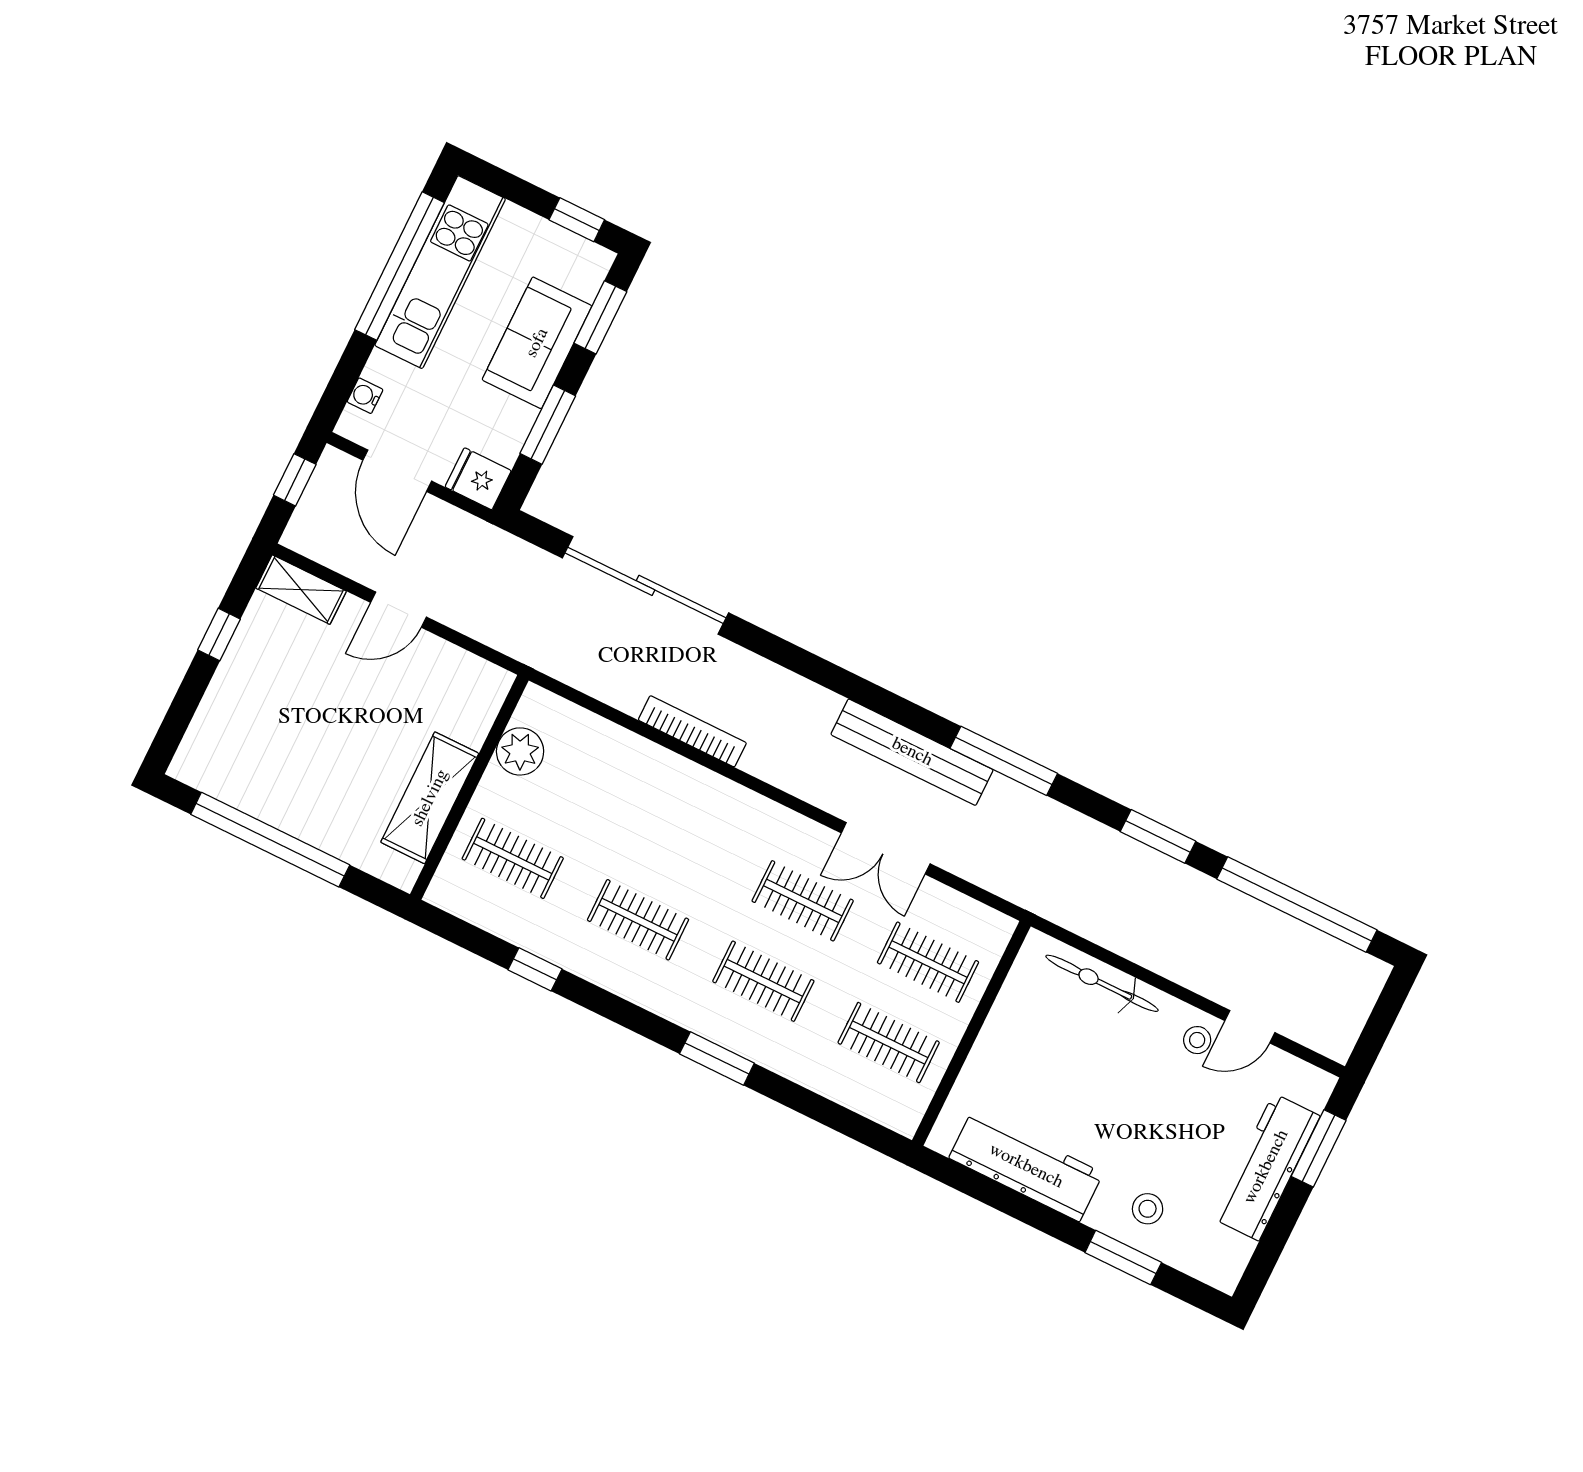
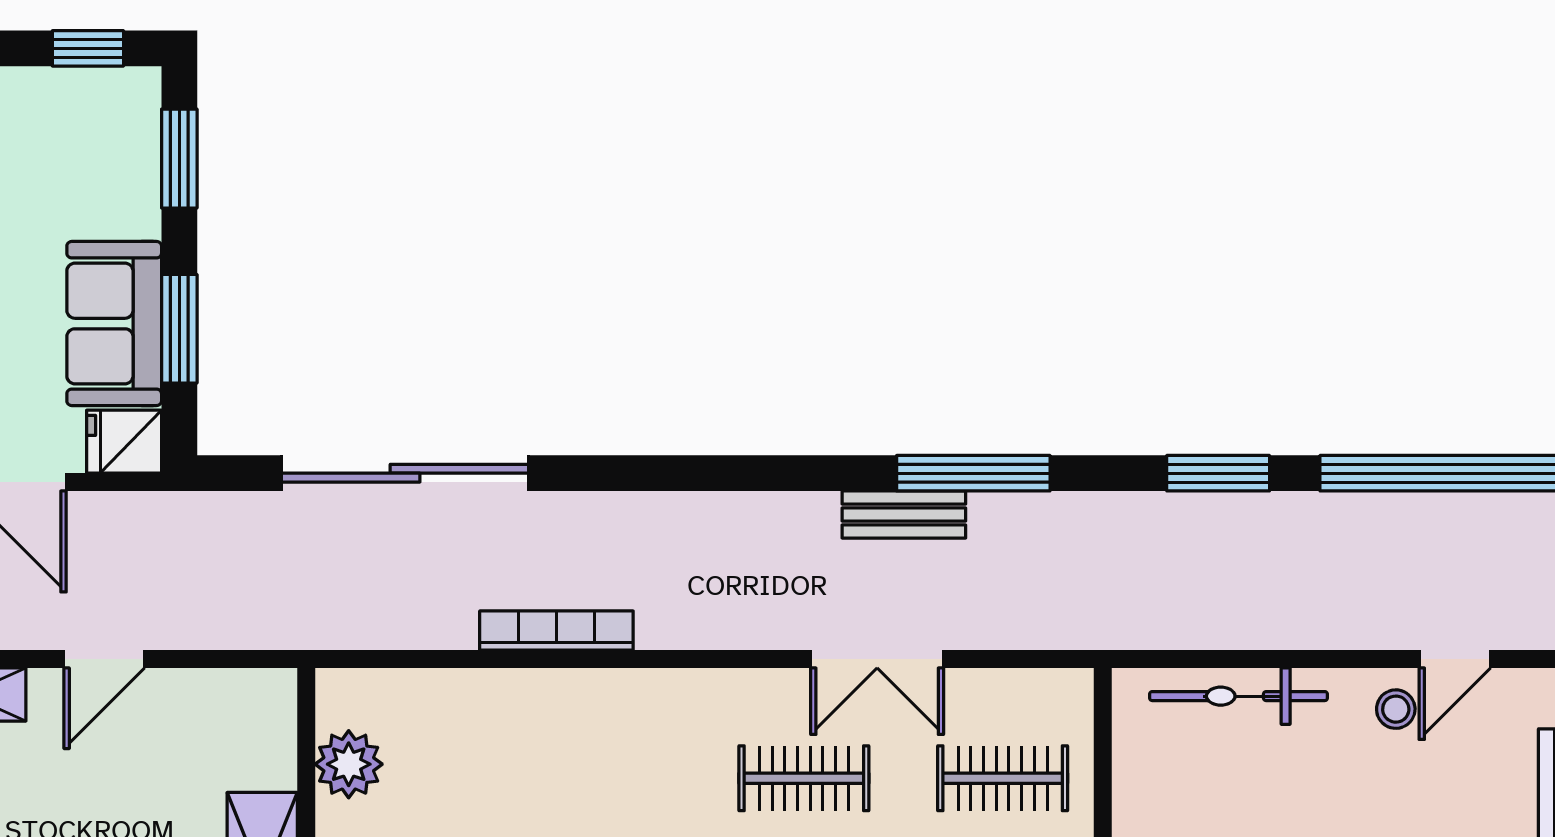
sofa: (537, 343) -> (114, 324), moved
bench: (912, 752) -> (904, 514), width x0.54, depth x0.82

